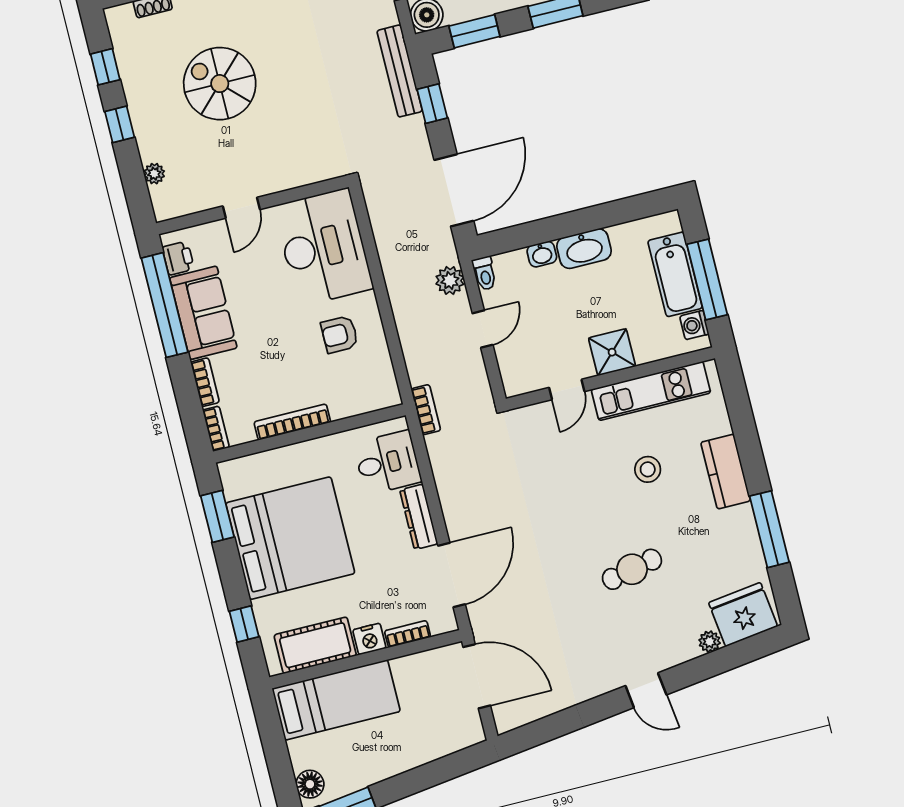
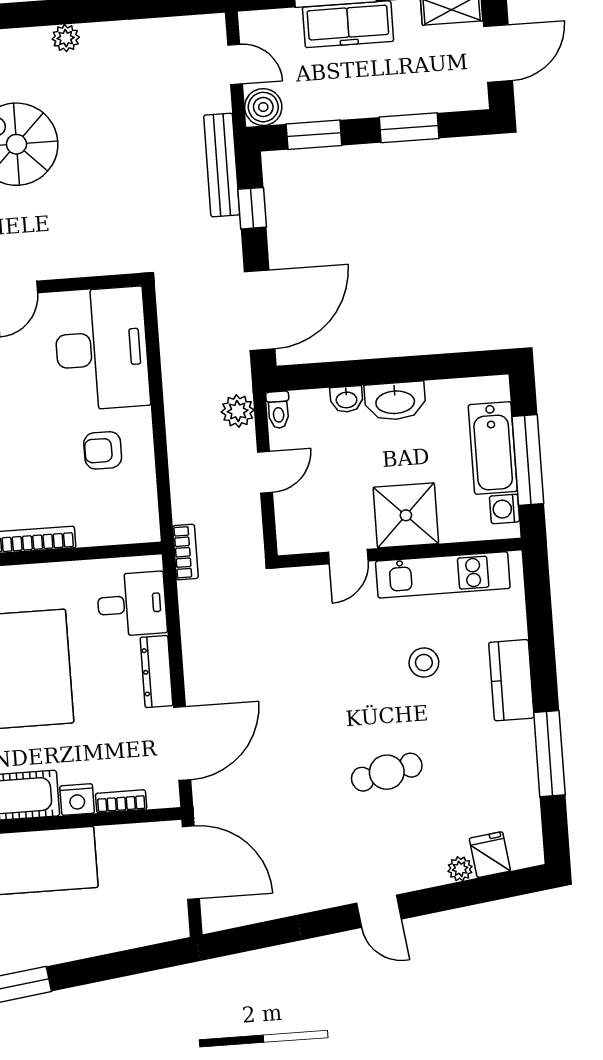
shower: (612, 352) -> (406, 515), width x1.36, depth x1.36
fridge: (743, 615) -> (490, 855), width x0.53, depth x0.75

